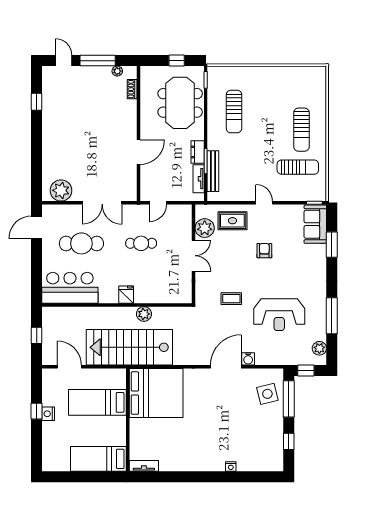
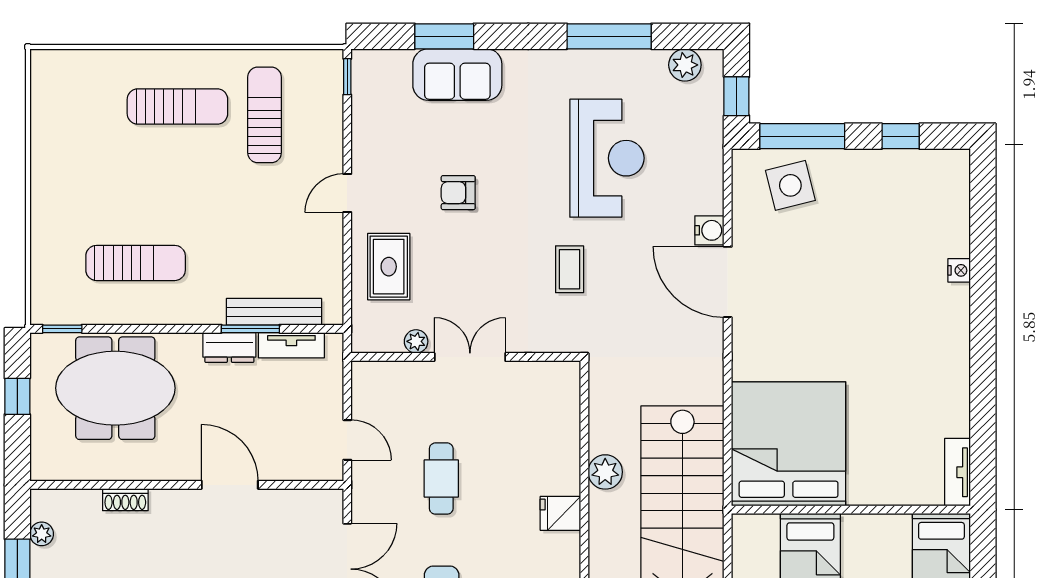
shoe rack: (132, 89) -> (125, 500), moved
sofa: (315, 224) -> (457, 75), moved
plant: (205, 228) -> (416, 341), width x0.53, depth x0.53

